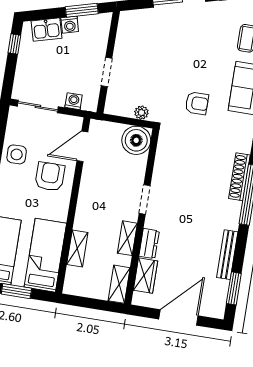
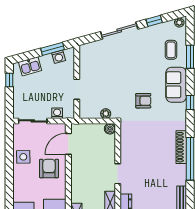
washing machine: (70, 25) -> (59, 57), moved
boiler: (136, 140) -> (110, 129), width x0.54, depth x0.54

